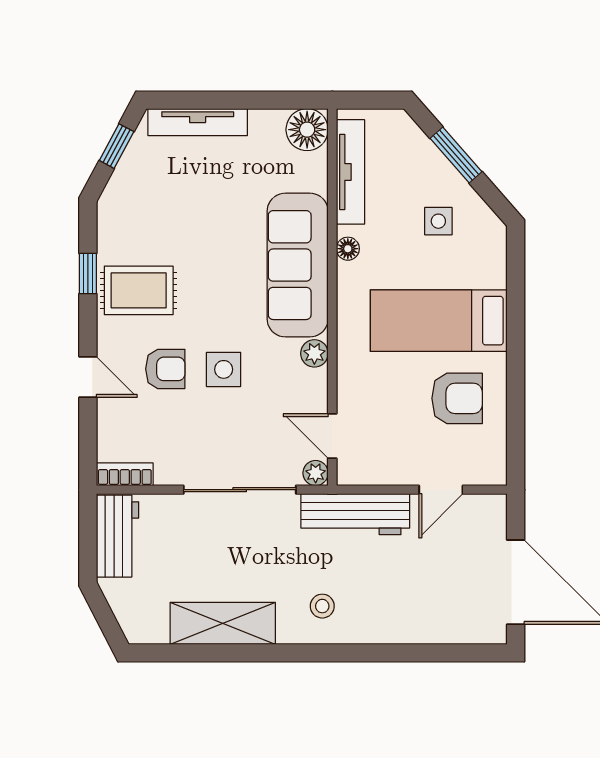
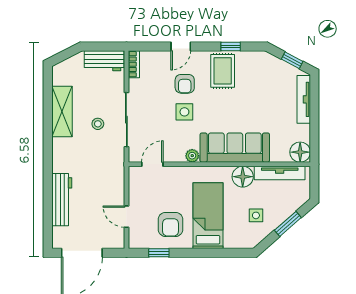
floor lamp: (348, 249) -> (243, 177), width x1.89, depth x1.89
window: (516, 422) -> (159, 253), added
plant: (316, 473) -> (135, 156), removed
workbench: (355, 514) -> (62, 200), moved, turned 180
stool: (322, 606) -> (98, 124), moved

